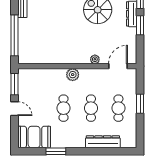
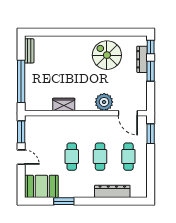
wardrobe: (56, 58) -> (64, 104), added
plant: (95, 59) -> (104, 102), width x1.88, depth x1.88
door: (118, 66) -> (128, 113), swing flipped
plant: (73, 75) -> (81, 122), removed
window: (140, 104) -> (151, 134), moved

